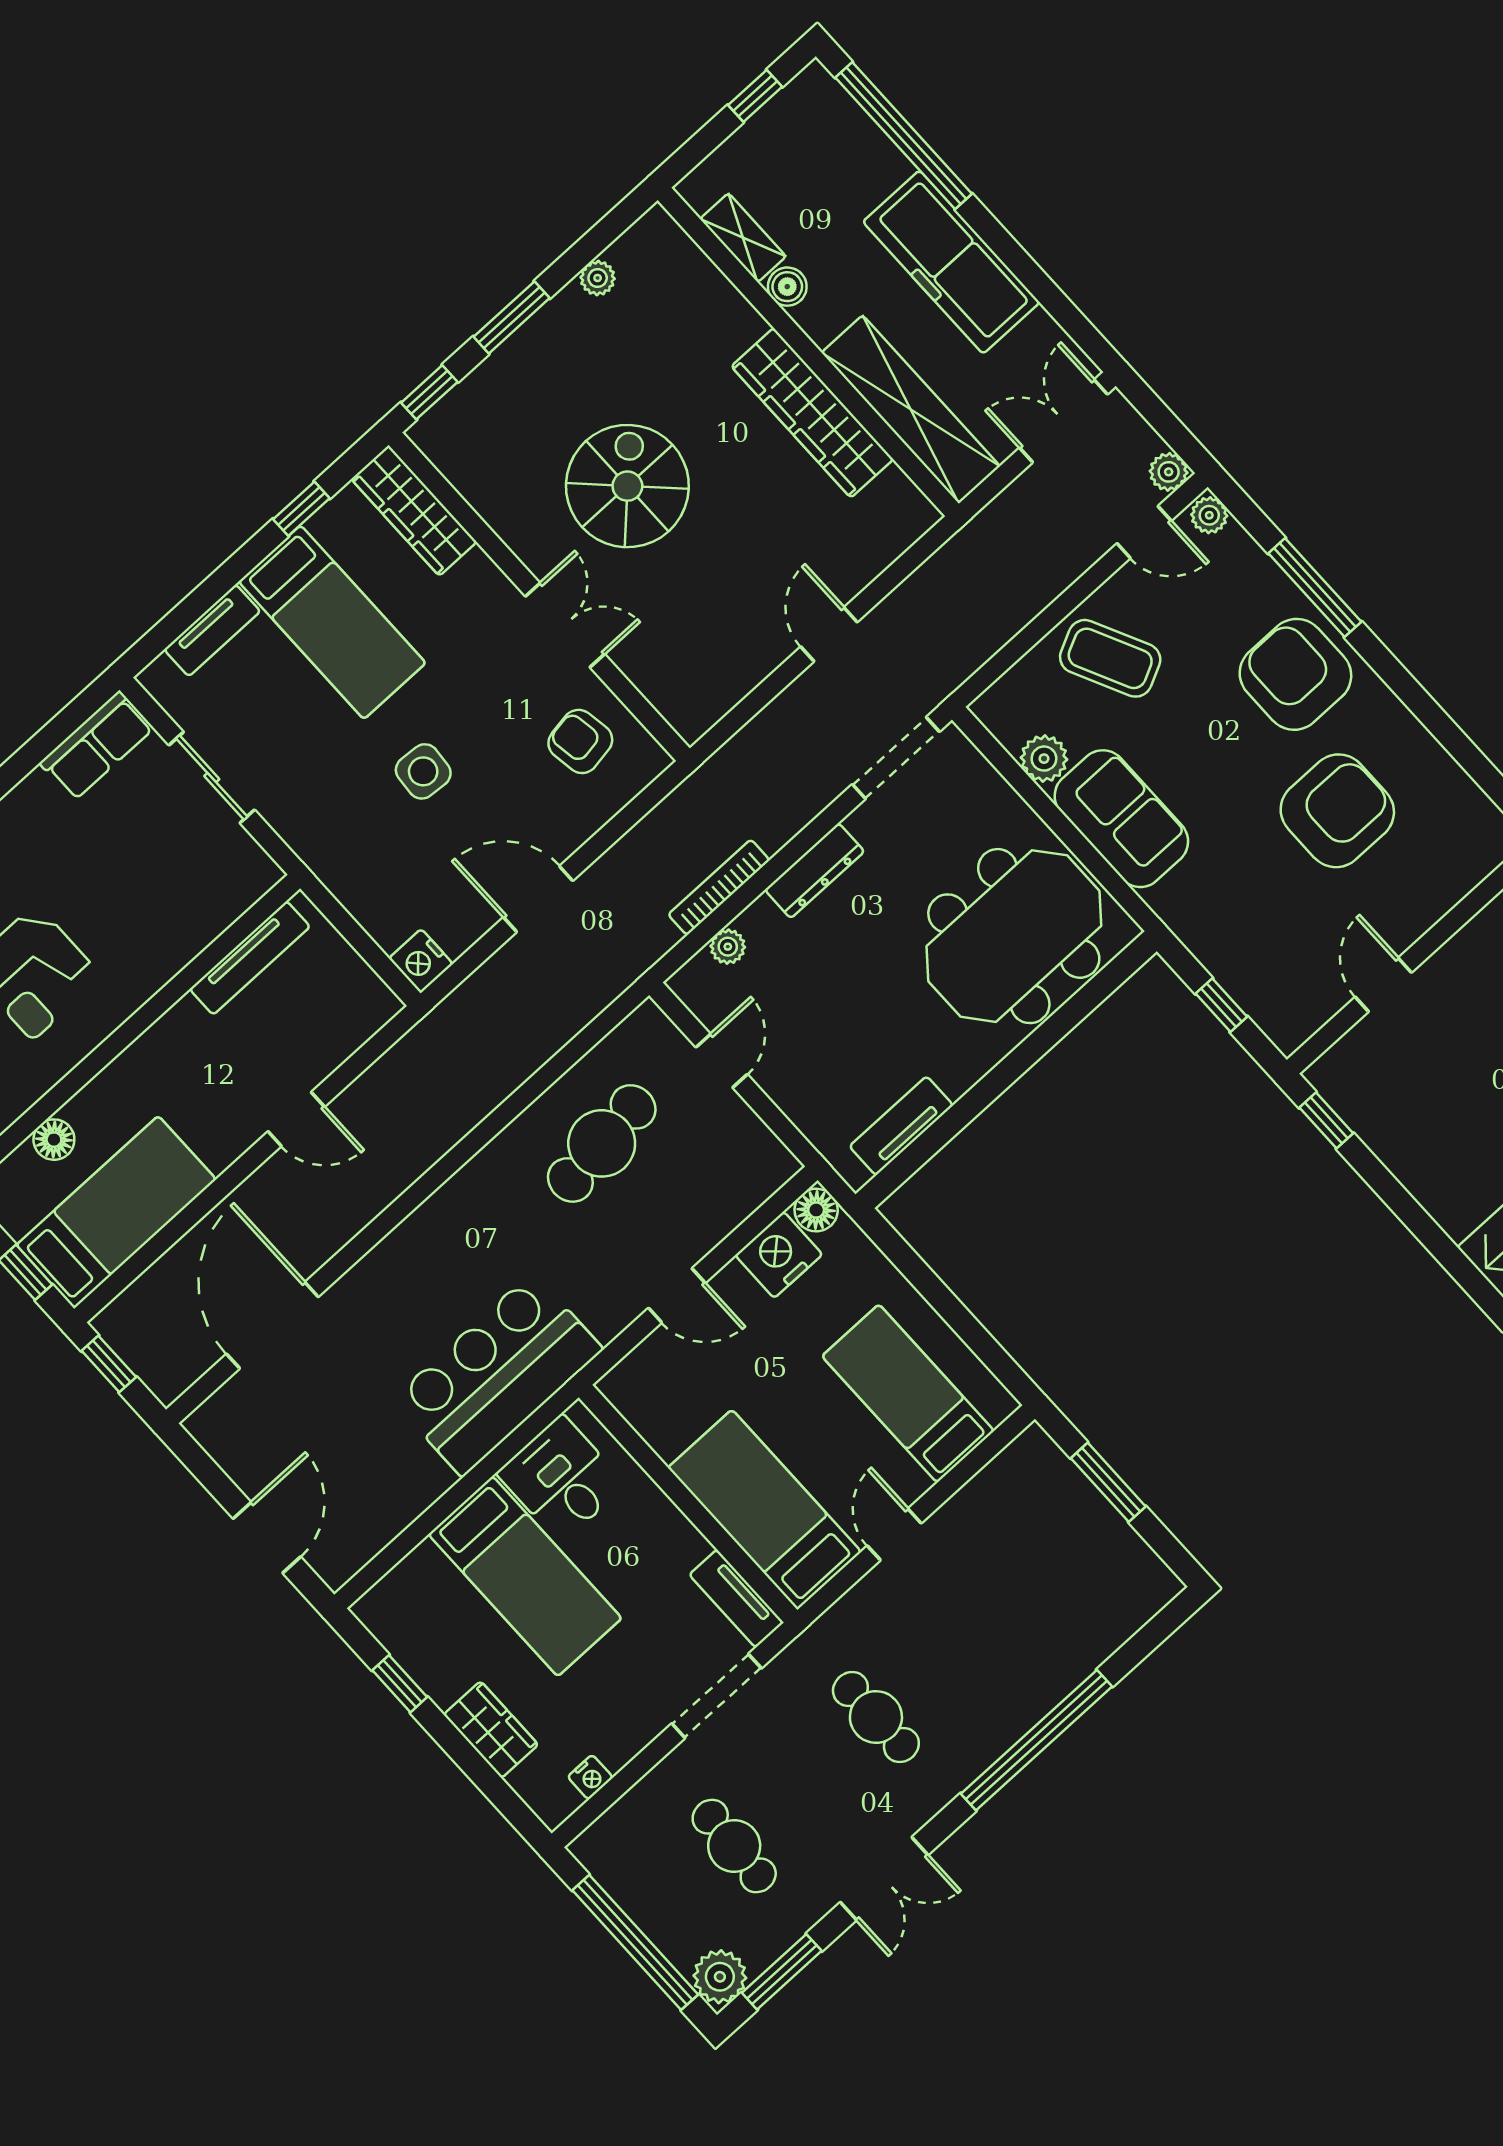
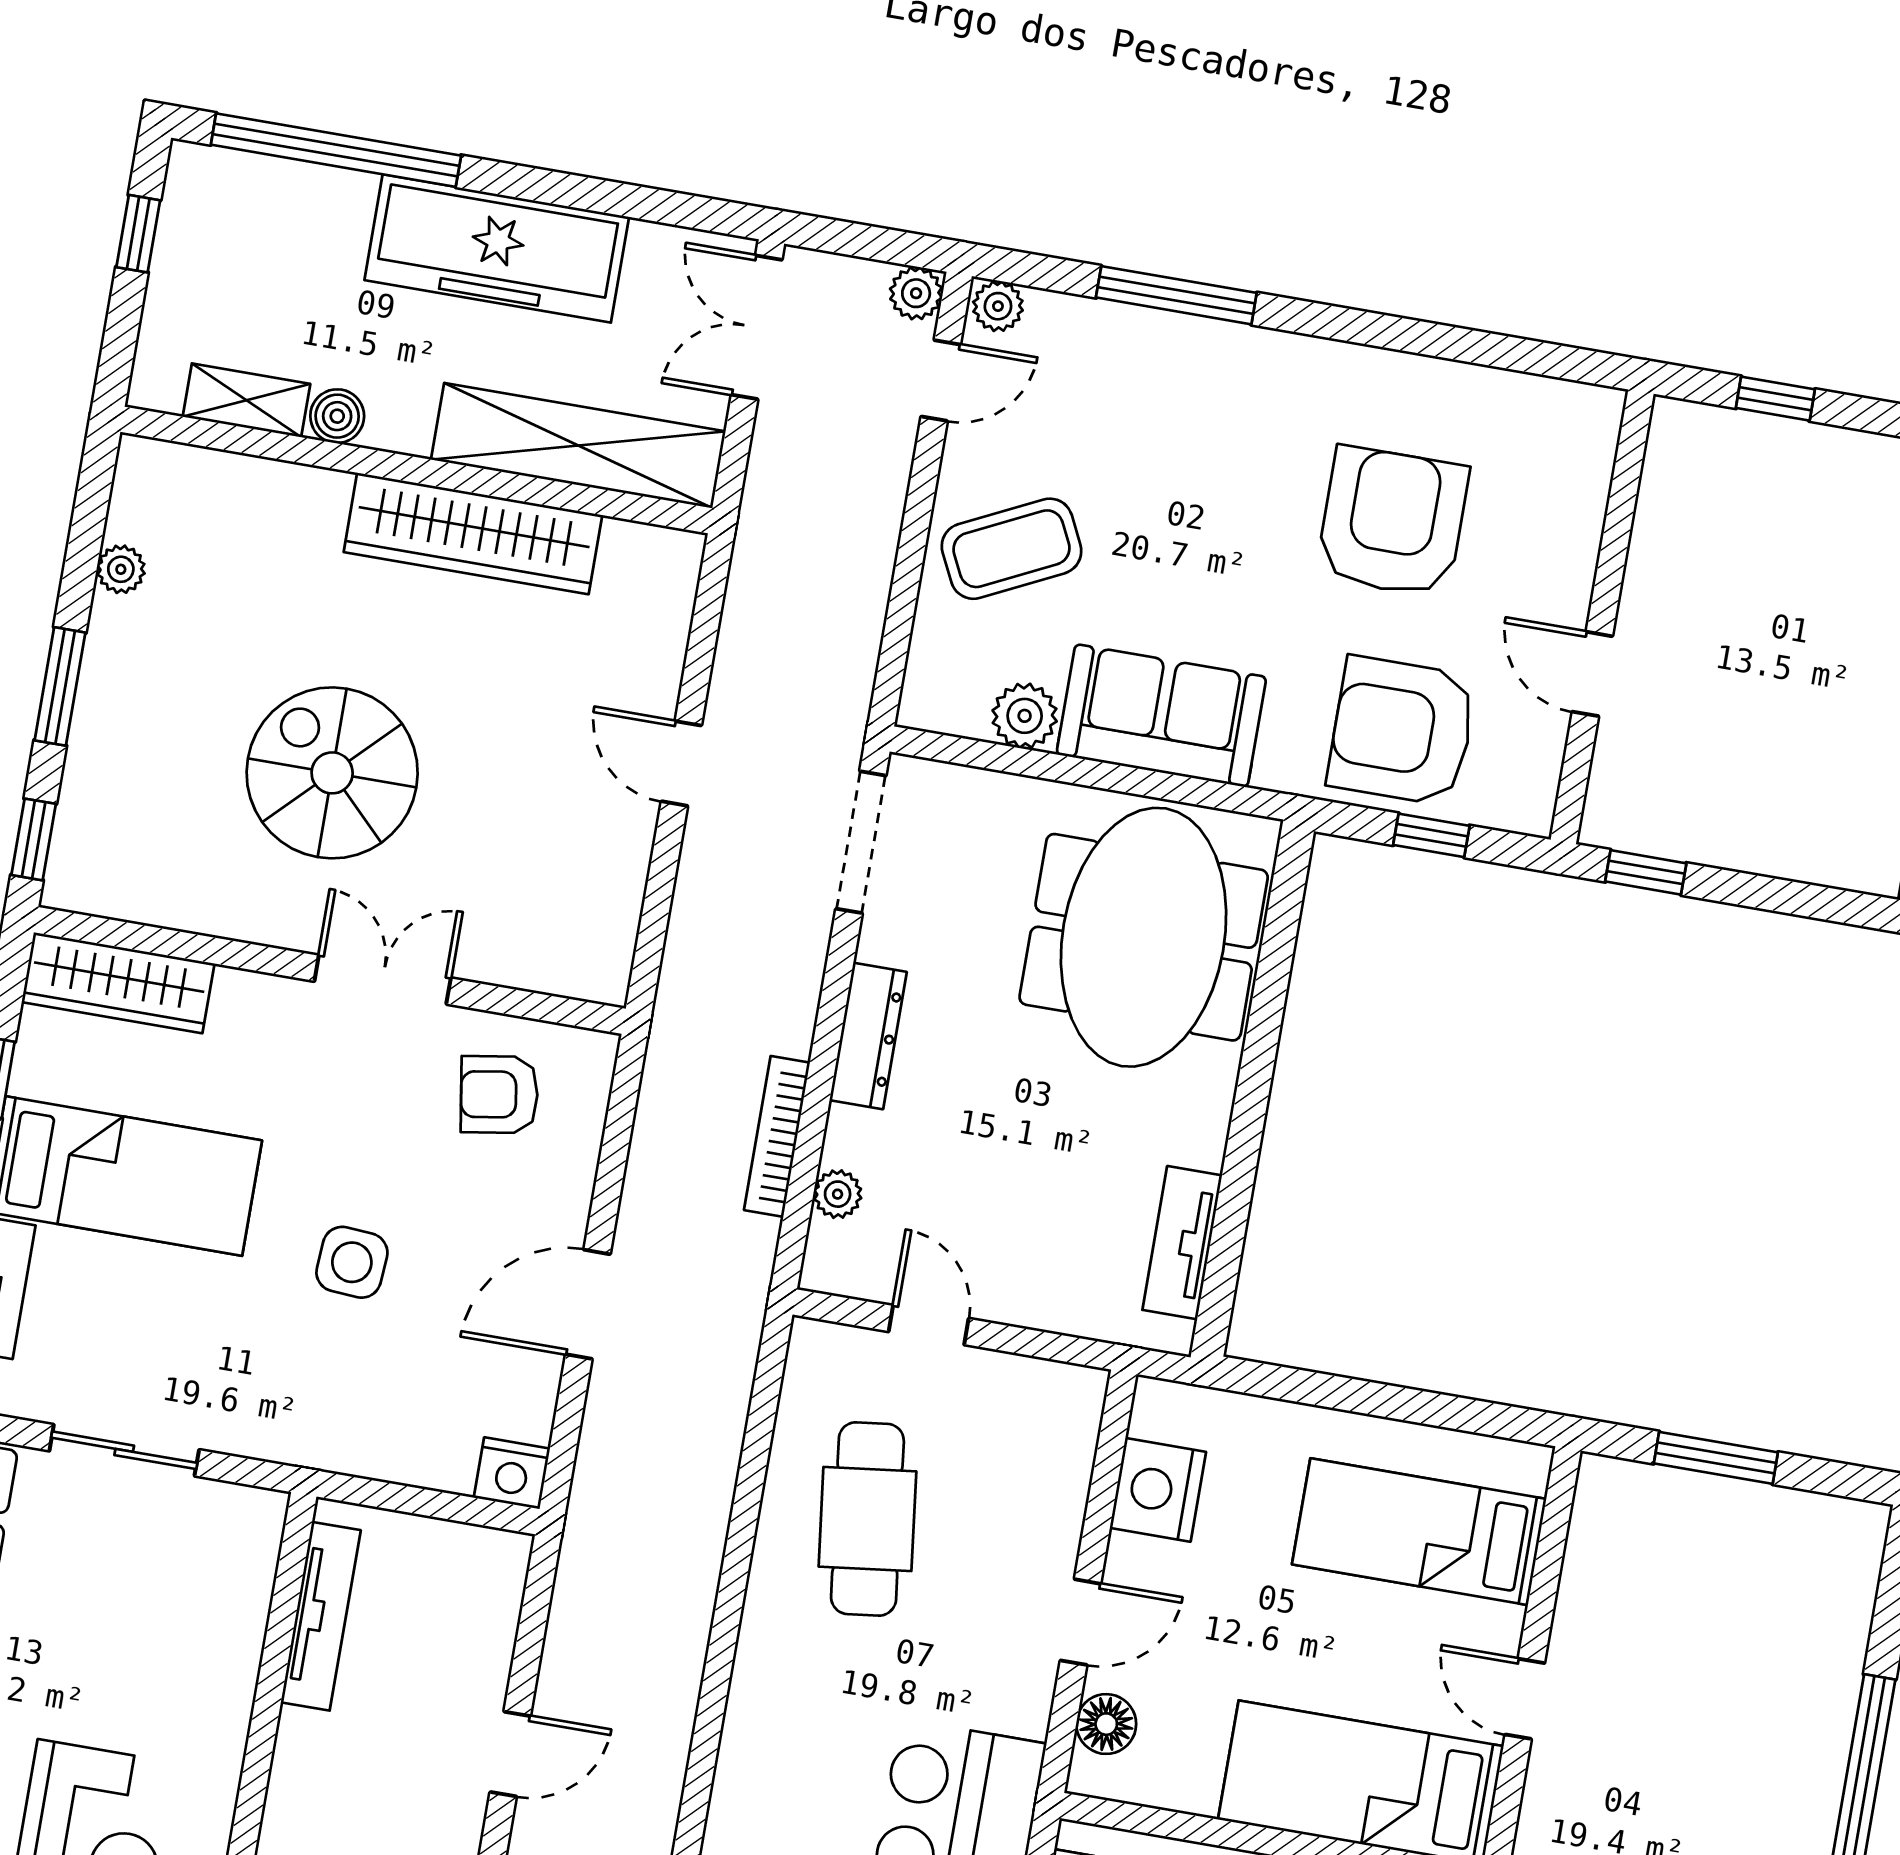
armchair: (1295, 674) -> (1402, 731), moved
floor lamp: (816, 1210) -> (1106, 1724), moved

